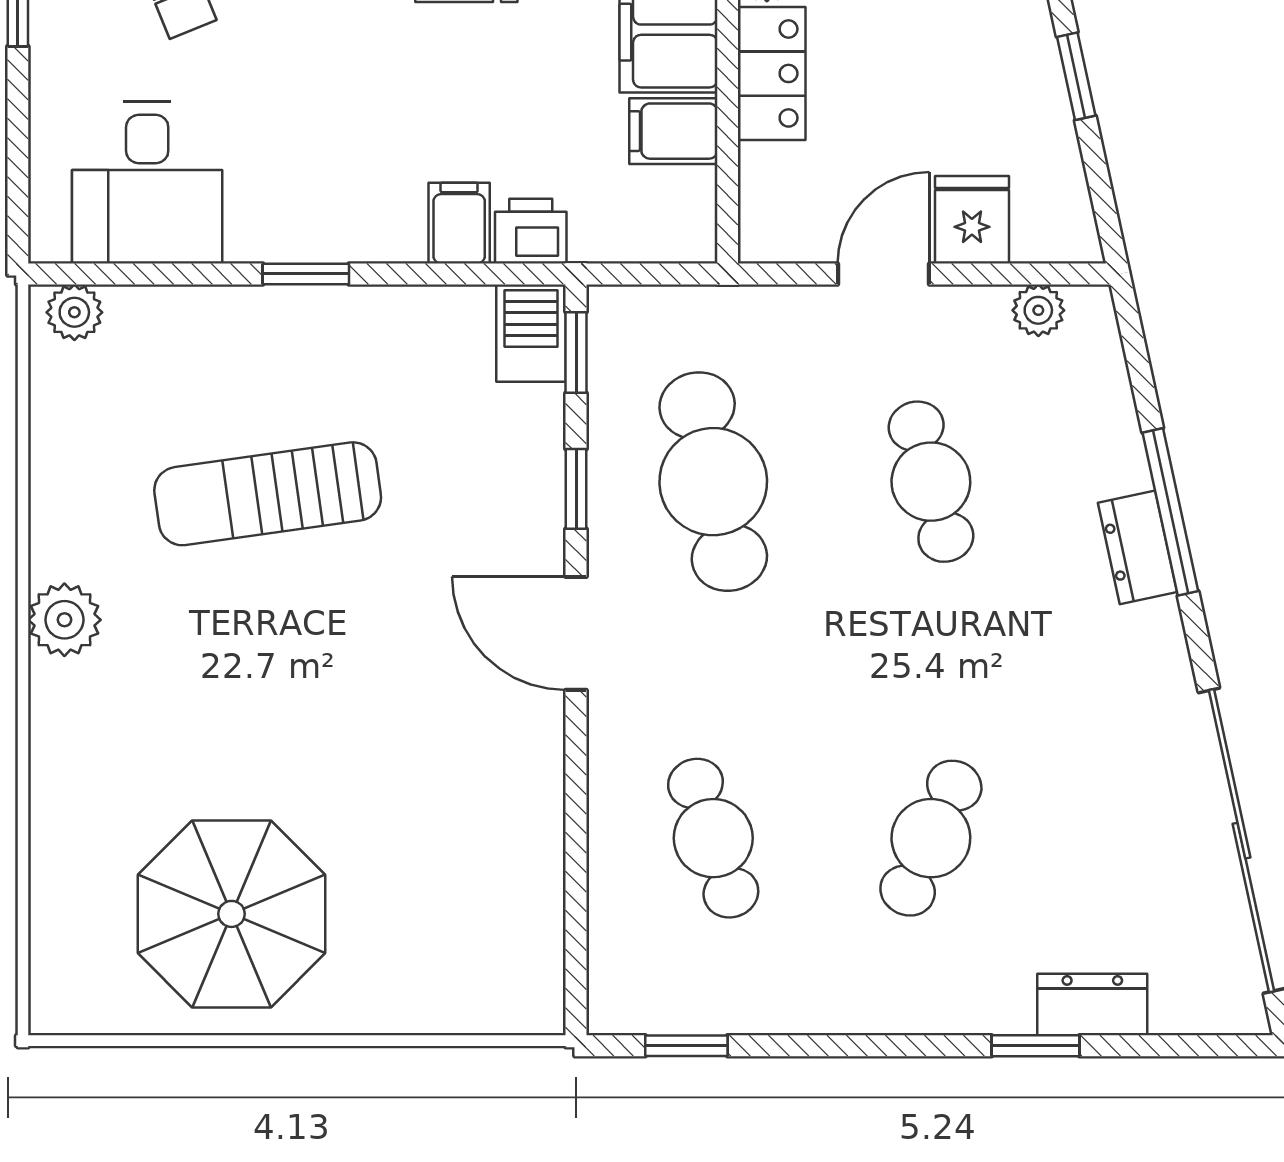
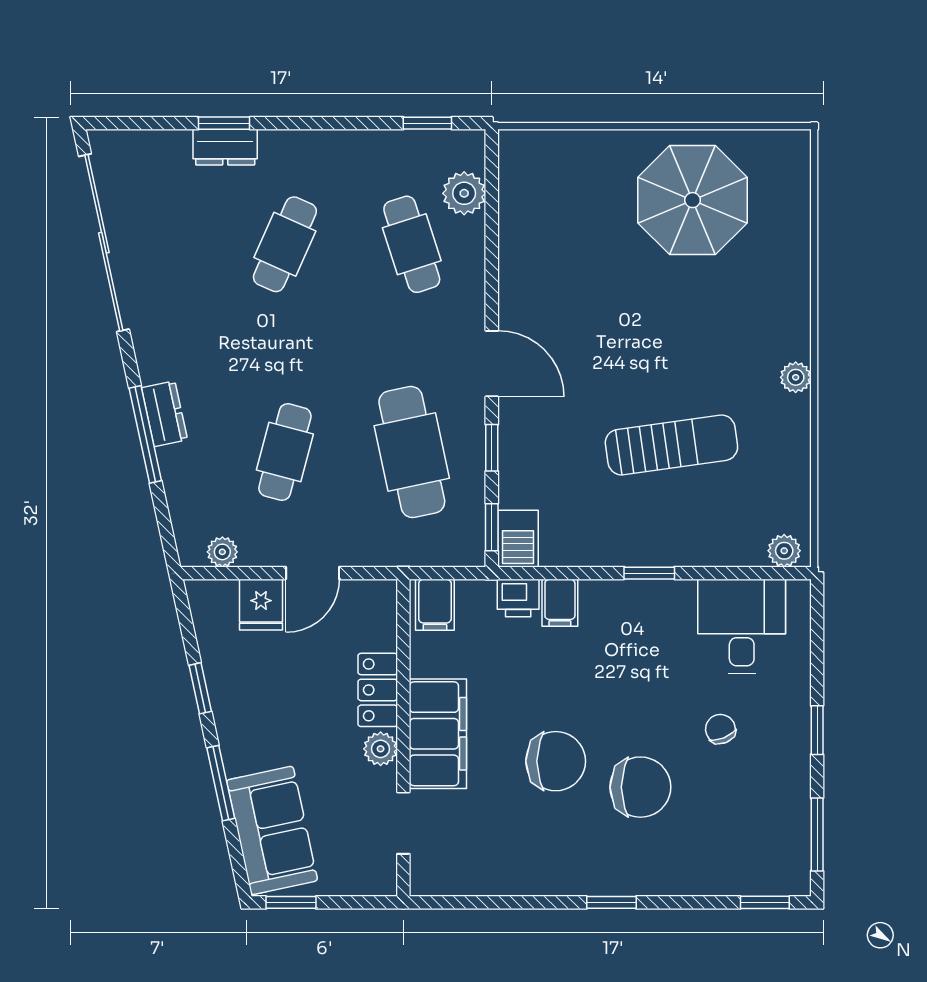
filing cabinet: (673, 131) -> (435, 605), moved, turned 90
cafe table: (931, 482) -> (285, 452), turned 30
plant: (64, 620) -> (796, 377), width x0.73, depth x0.73
plant: (623, 926) -> (464, 193), added
dresser: (1092, 1005) -> (225, 147), moved

